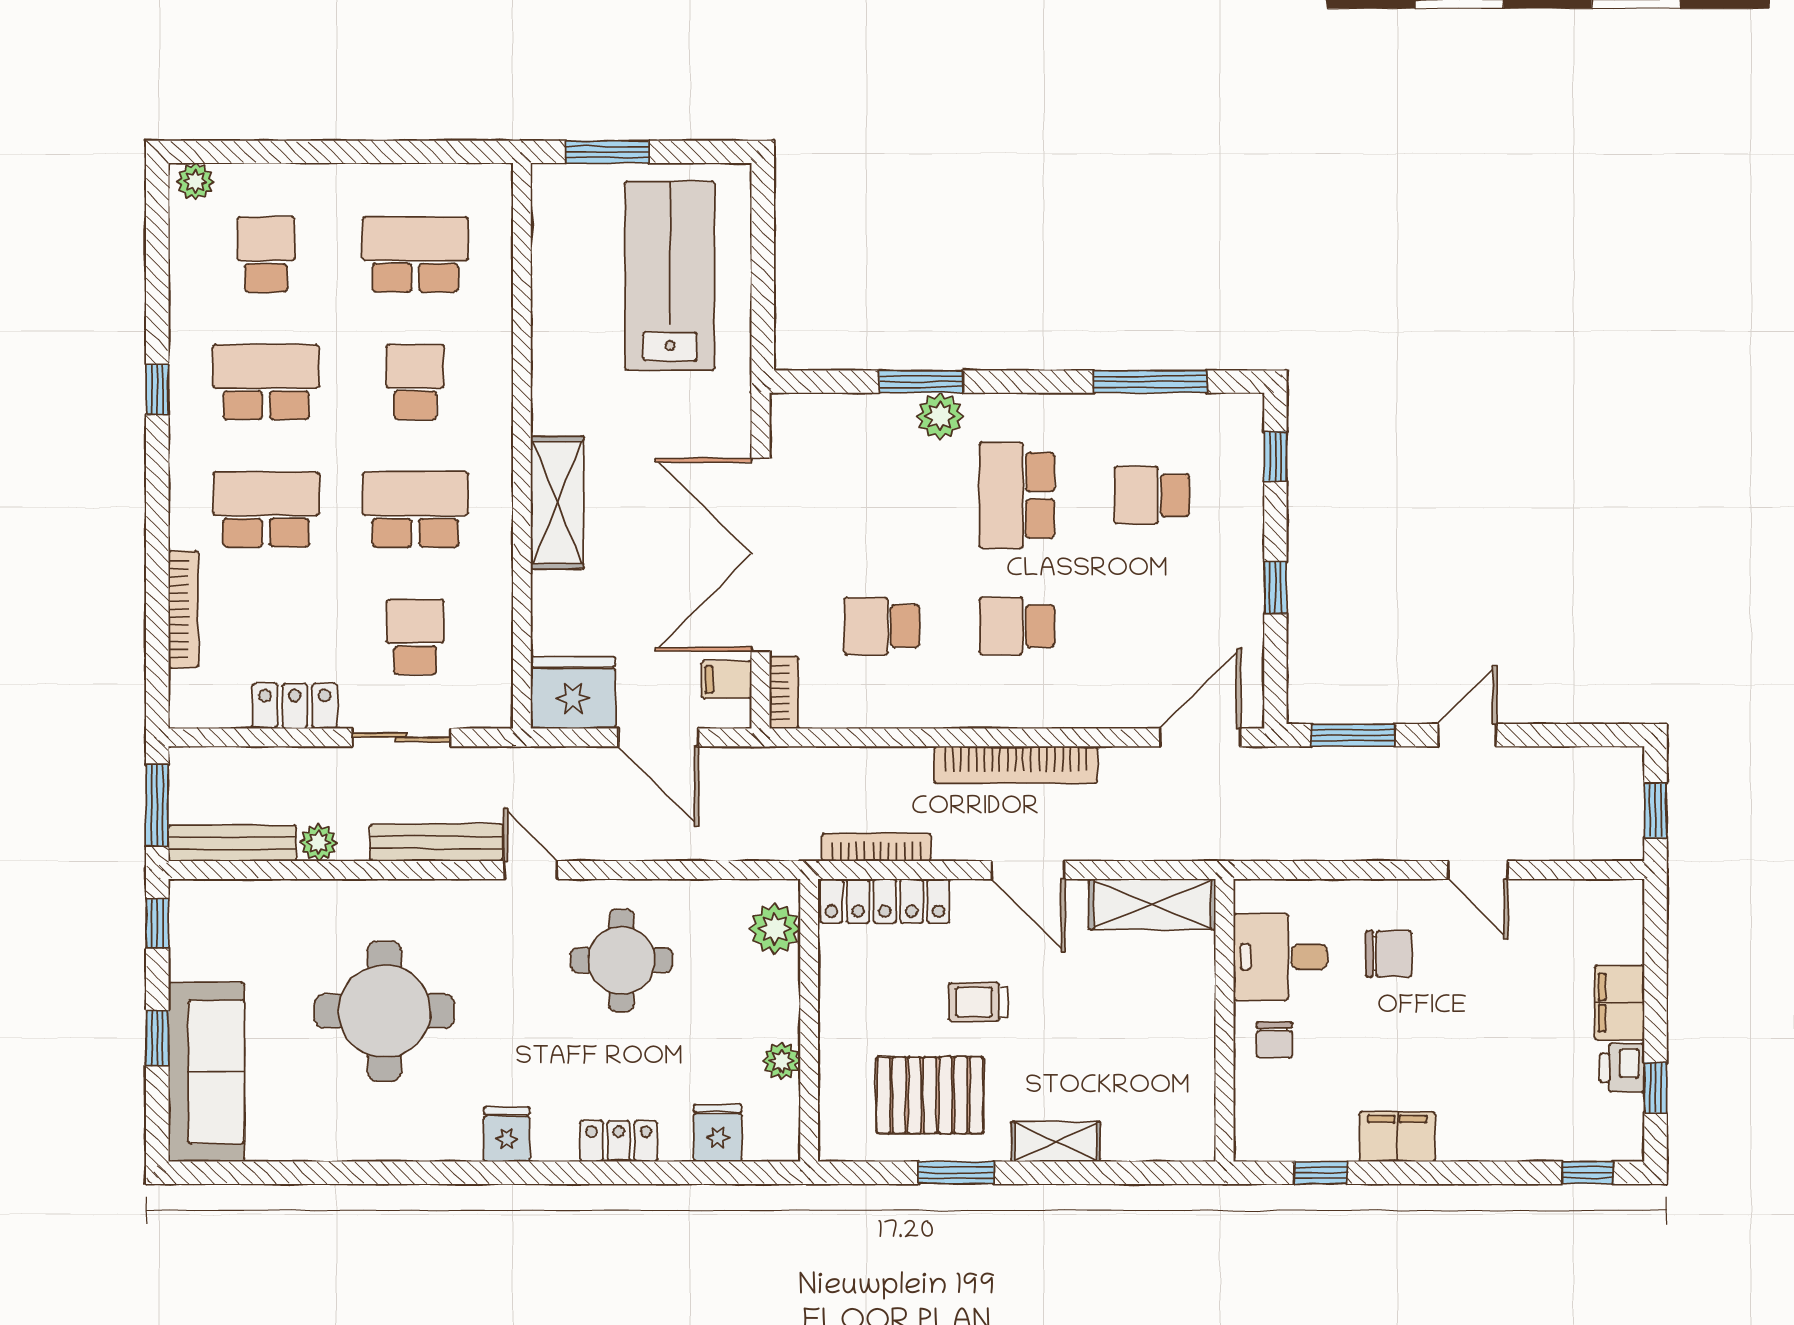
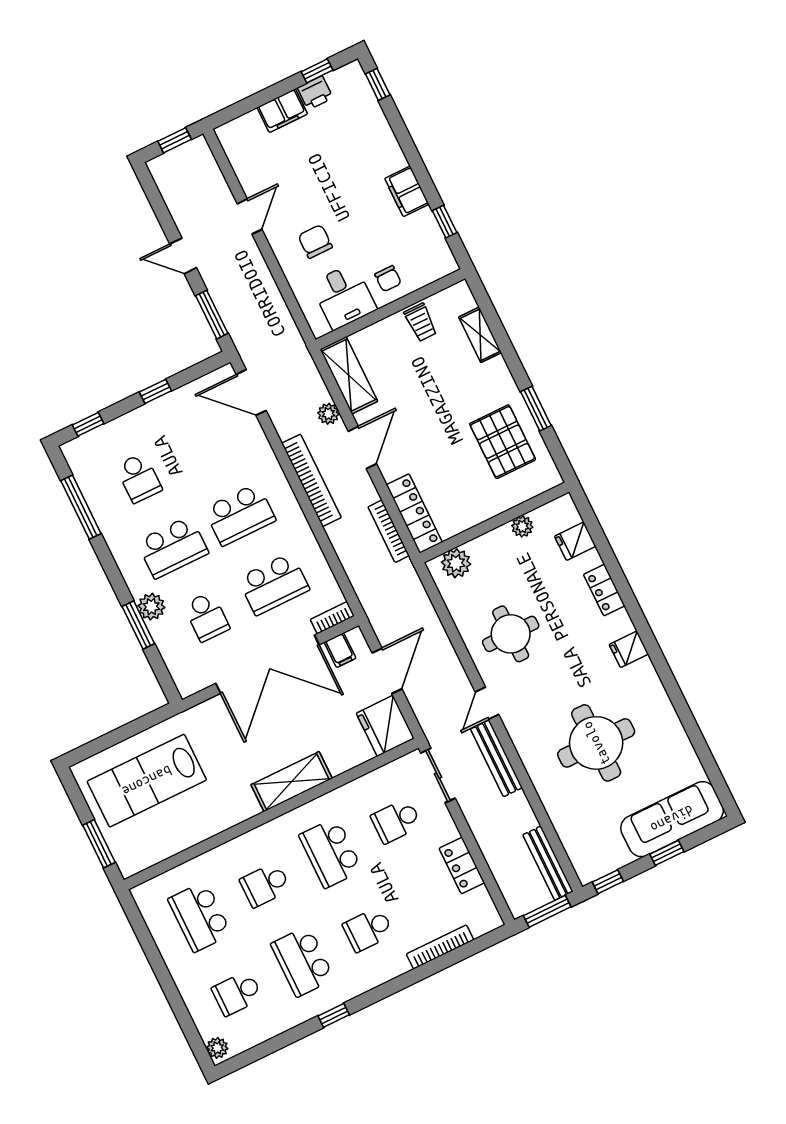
school desk: (882, 495) -> (207, 617), added
school desk: (266, 509) -> (368, 929), width x0.54
school desk: (882, 626) -> (274, 584), width x1.85
school desk: (1017, 626) -> (240, 515), width x1.85
sliding door: (401, 737) -> (438, 776), moved
plant: (319, 843) -> (328, 414), moved
trolley: (978, 1002) -> (421, 322), moved
chair: (1274, 1040) -> (388, 279), turned 90
shelving: (1056, 1142) -> (480, 335), moved

